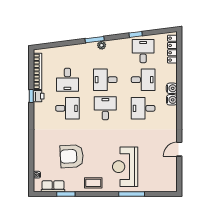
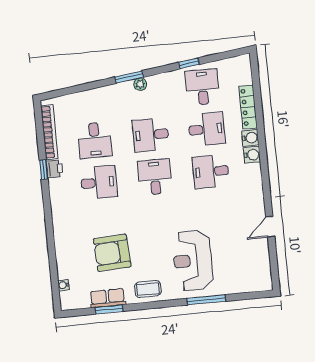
locker: (172, 49) -> (248, 107), moved
row of seats: (53, 186) -> (108, 298), moved

